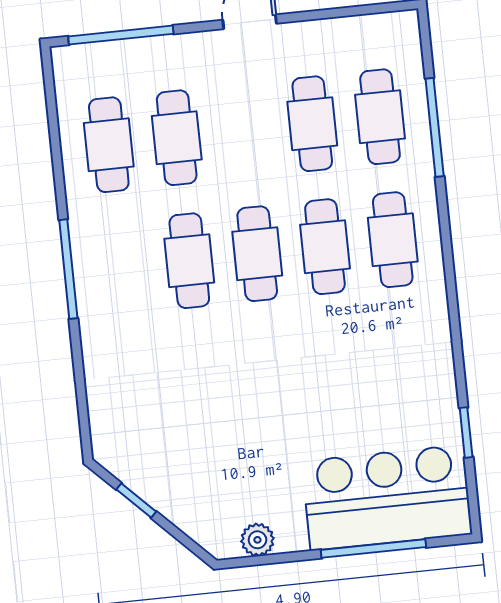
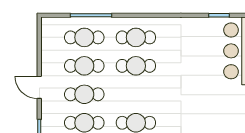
cafe table: (257, 254) -> (84, 94), moved

